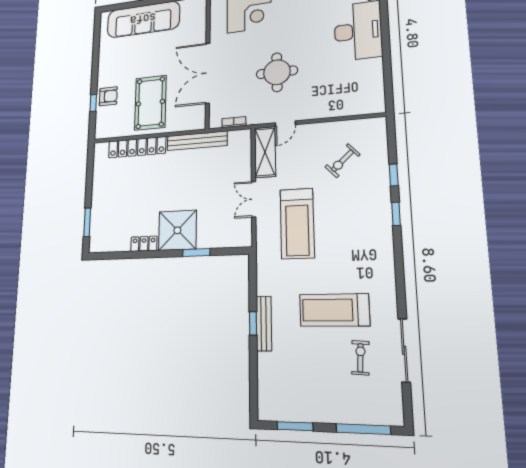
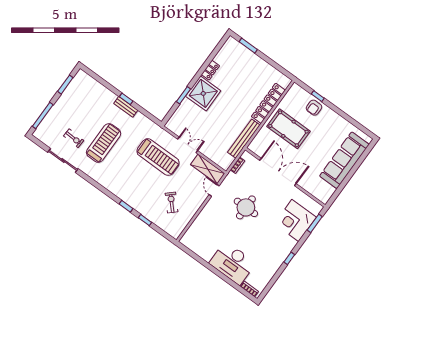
treadmill: (297, 223) -> (158, 157), turned 180
bench: (264, 323) -> (126, 107), width x0.73

